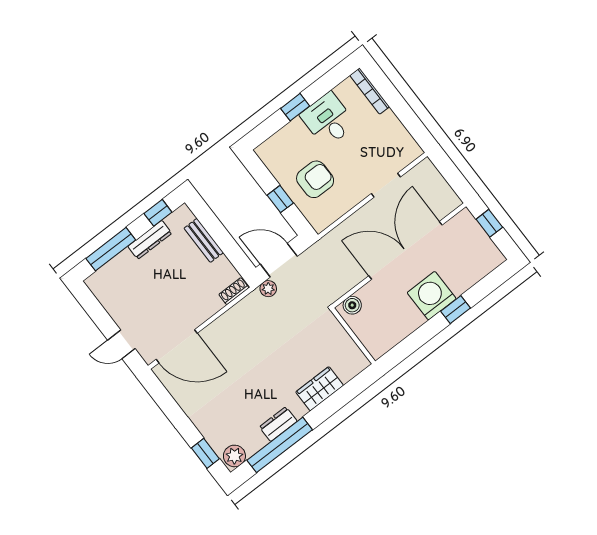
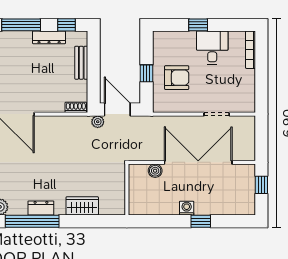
washing machine: (432, 296) -> (187, 208), width x0.53, depth x0.53
boiler: (352, 305) -> (155, 171), moved

